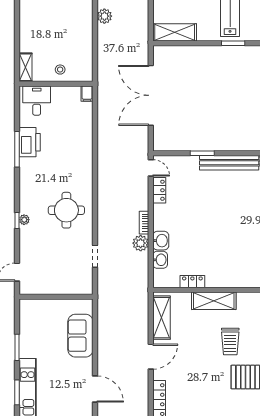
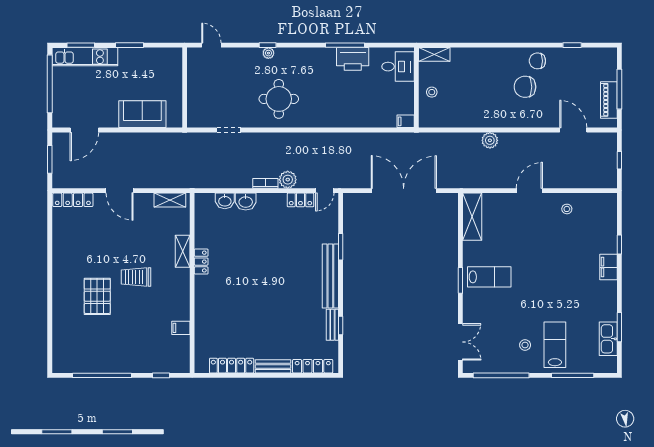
plant: (141, 243) -> (288, 180), moved
locker: (192, 282) -> (201, 262), moved
shelving: (214, 301) -> (183, 251), width x0.67, depth x0.75
shelving: (161, 318) -> (170, 200), width x0.67, depth x0.75

